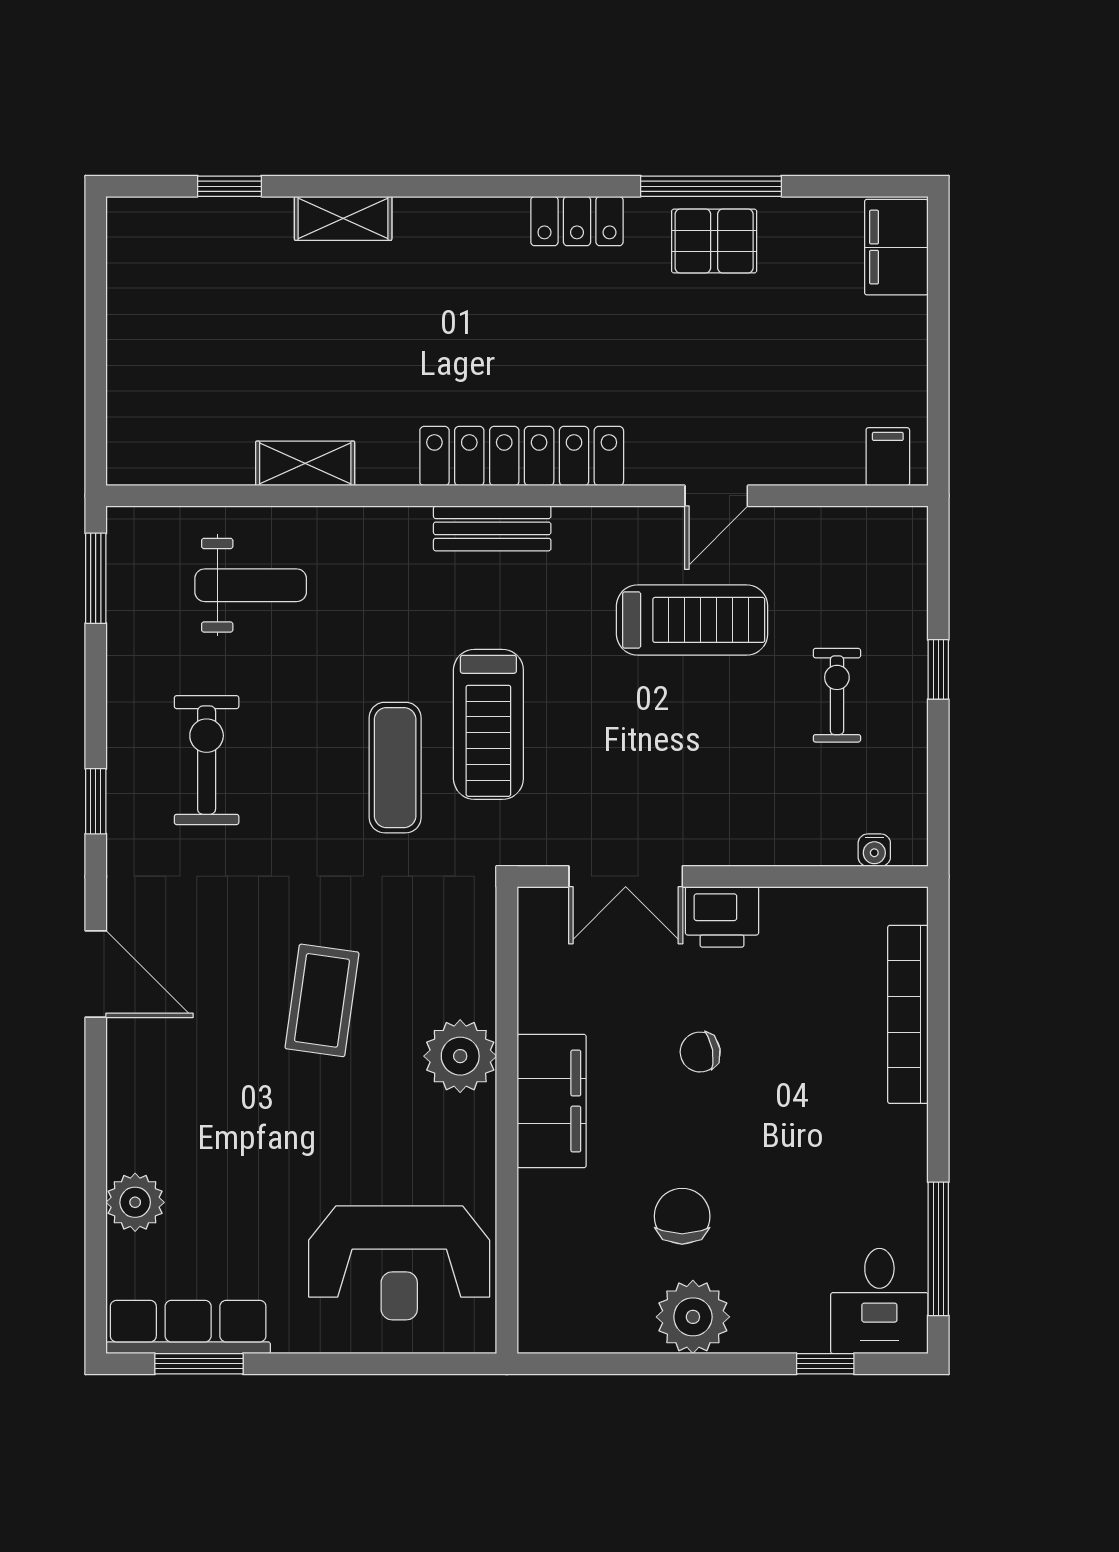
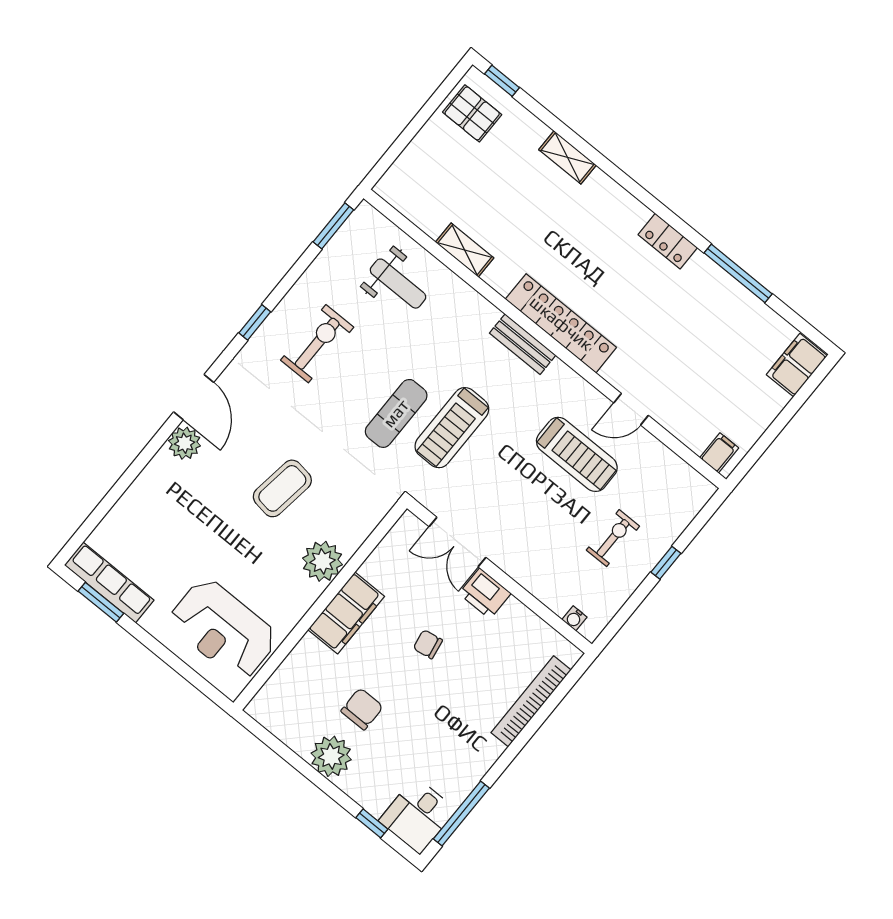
window: (229, 186) -> (502, 81), moved
pallet: (714, 241) -> (472, 113), moved
plant: (135, 1202) -> (185, 443), moved

